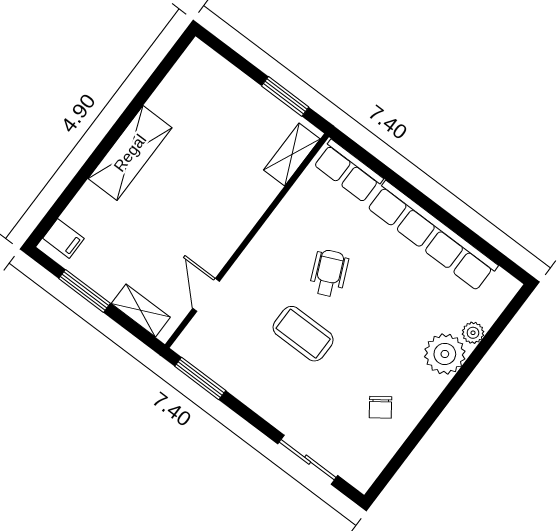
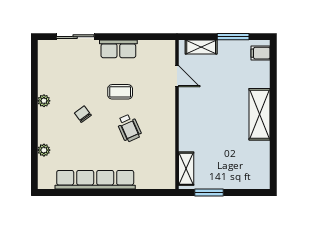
row of seats: (348, 171) -> (118, 49), moved, turned 180
coffee table: (303, 334) -> (120, 92), width x0.73, depth x0.77
plant: (445, 354) -> (44, 101), moved, width x0.53, depth x0.53
window: (200, 378) -> (151, 37), removed
chair: (380, 407) -> (83, 114), moved

